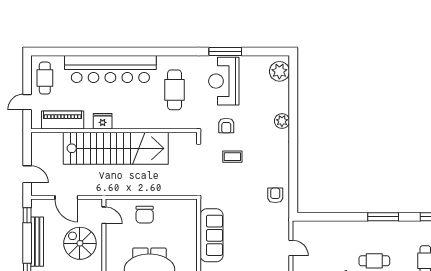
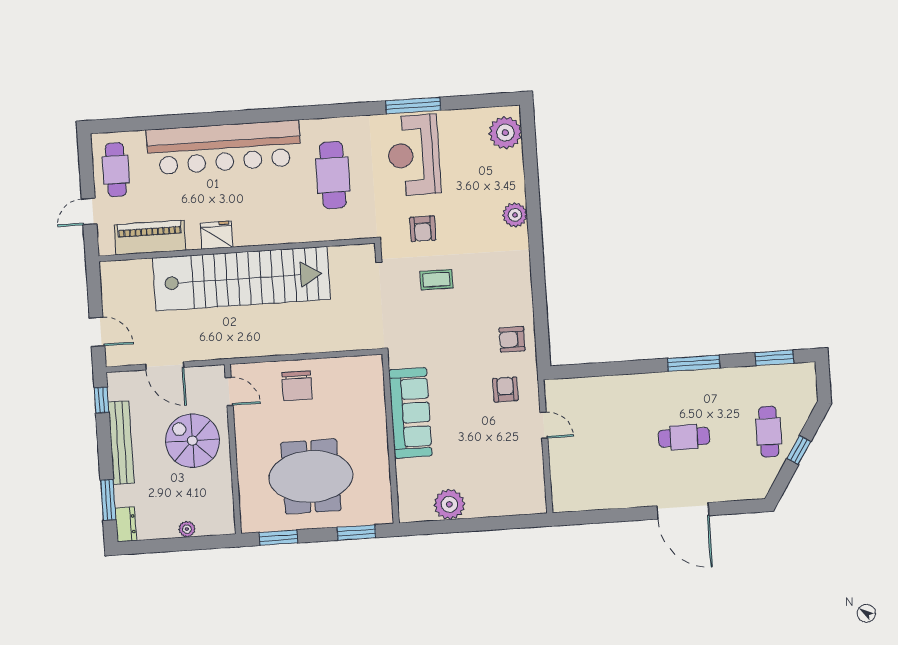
armchair: (275, 195) -> (512, 339), turned -90
armchair: (269, 225) -> (505, 389), added

